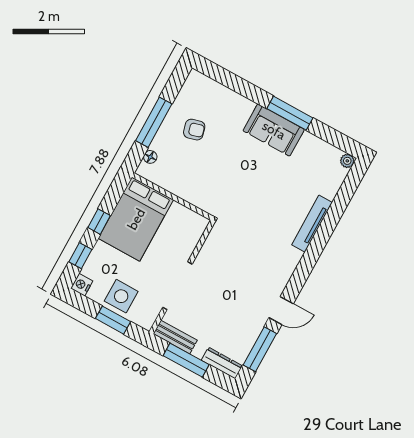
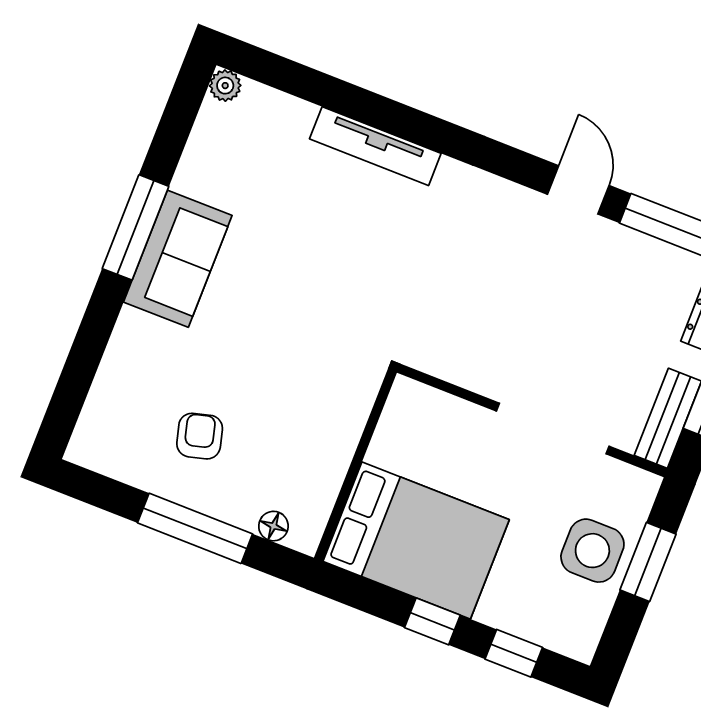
nightstand: (82, 285) -> (578, 642), removed

